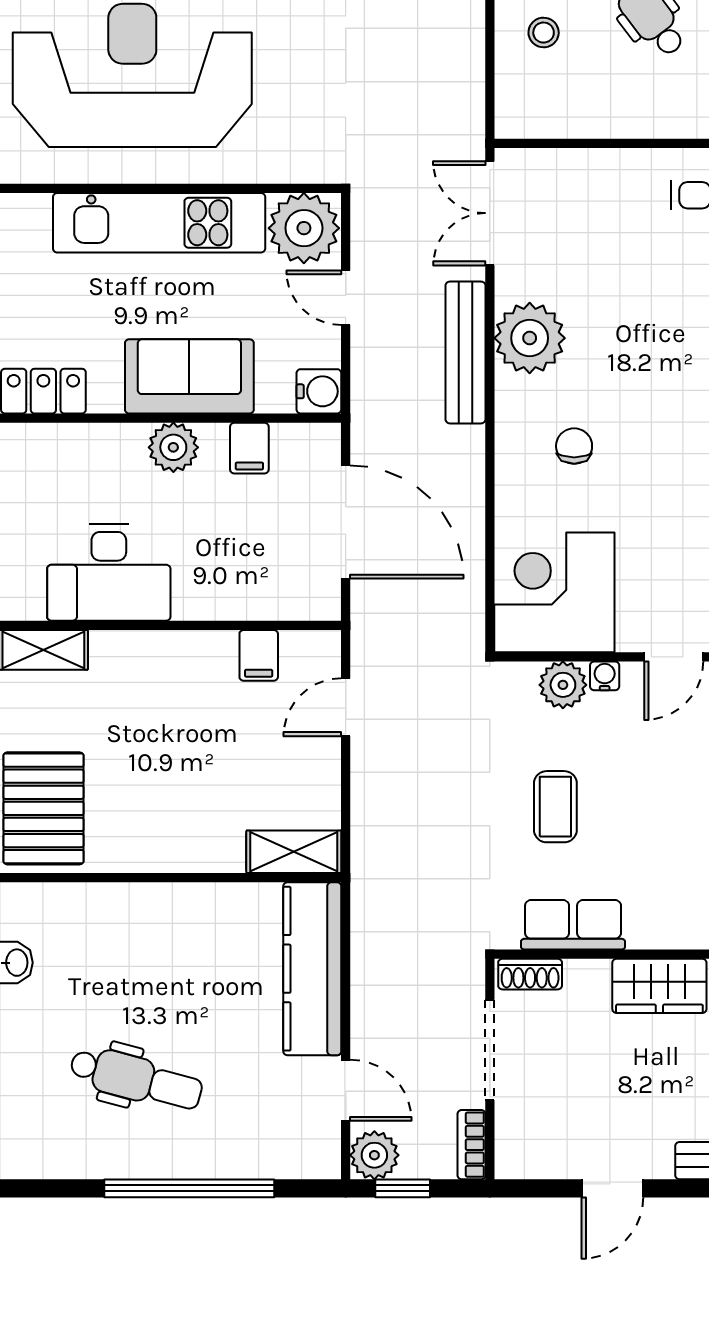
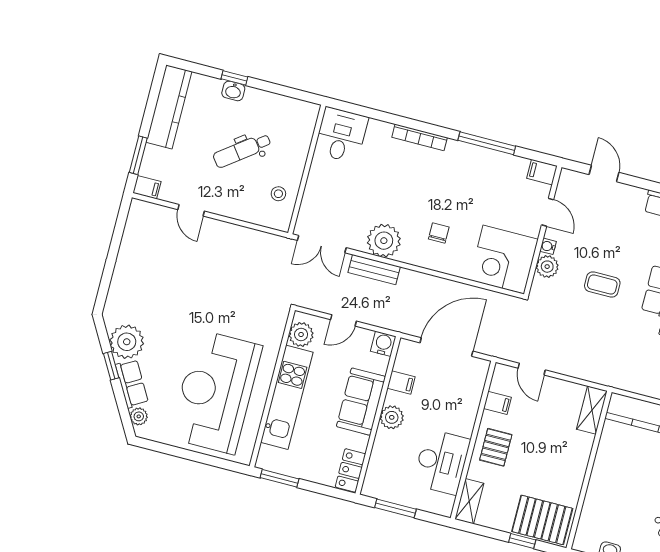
stool: (544, 33) -> (278, 194), moved
plant: (304, 228) -> (301, 335), width x0.73, depth x0.73
bench: (465, 352) -> (374, 270), width x0.73
chair: (574, 446) -> (439, 233), turned 90
pallet: (167, 675) -> (496, 447), added

